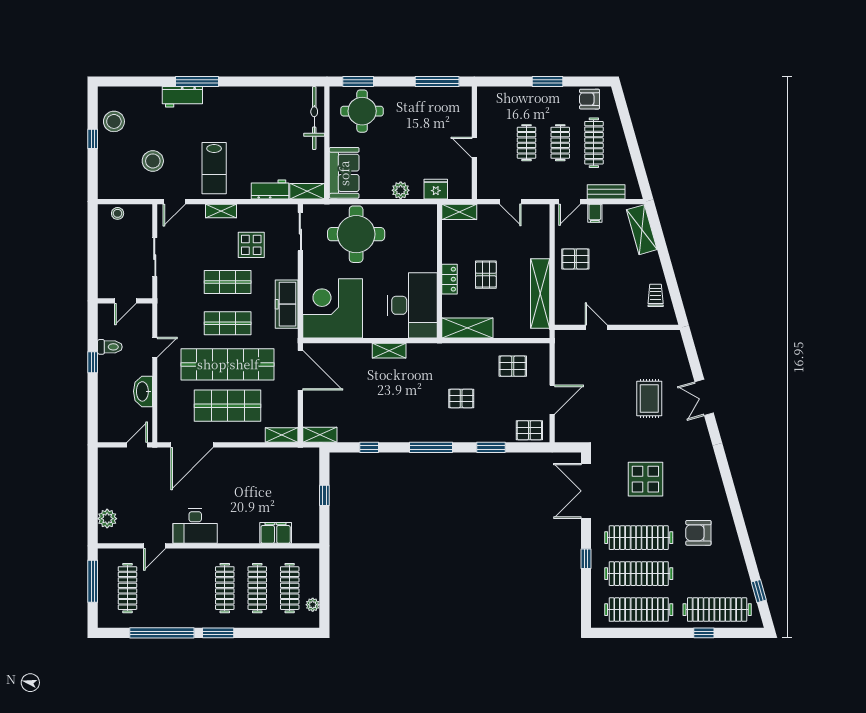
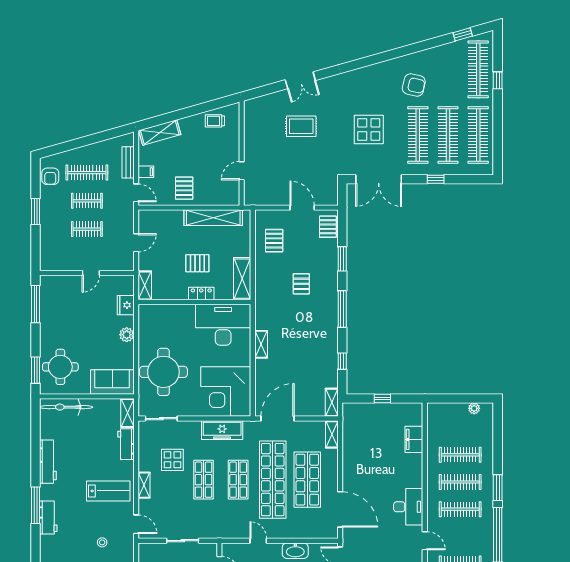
workbench: (249, 96) -> (48, 462), added
stool: (153, 161) -> (102, 542), width x0.53, depth x0.53
armchair: (698, 533) -> (414, 85), turned -77
clothes rail: (290, 588) -> (460, 509), moved

